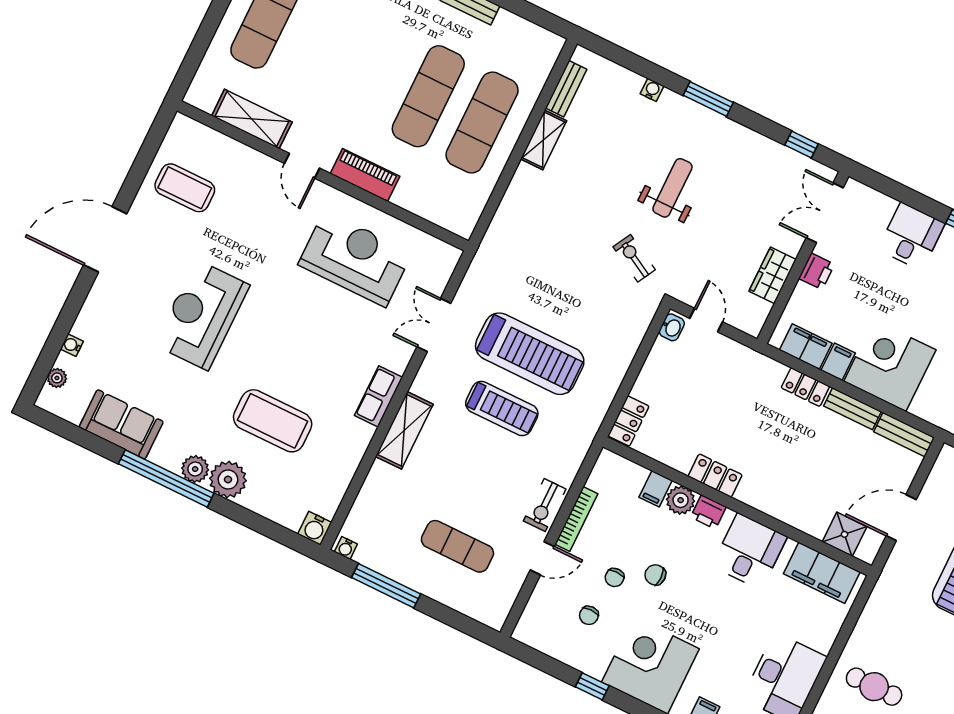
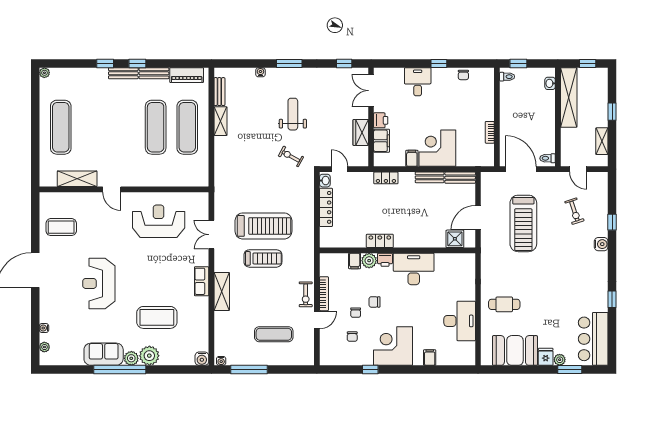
piano: (365, 175) -> (187, 75), moved, turned 180
filing cabinet: (806, 347) -> (382, 141), moved, turned 90
locker: (805, 387) -> (386, 178), moved
locker: (628, 421) -> (326, 207), moved, width x1.53
sofa: (121, 424) -> (104, 354), moved
desk: (749, 551) -> (414, 269), width x1.37
filing cabinet: (822, 573) -> (453, 262), removed

